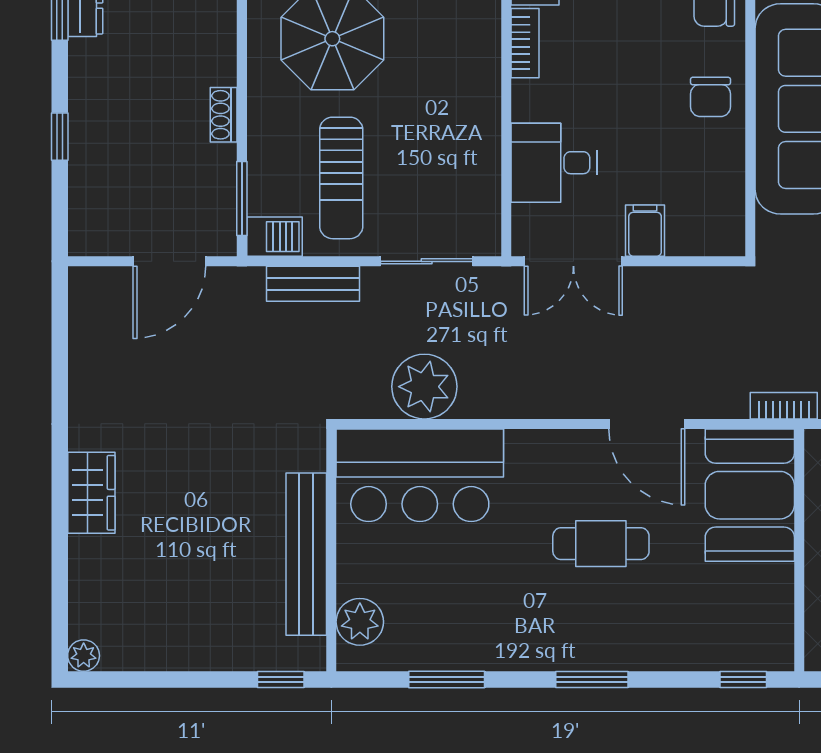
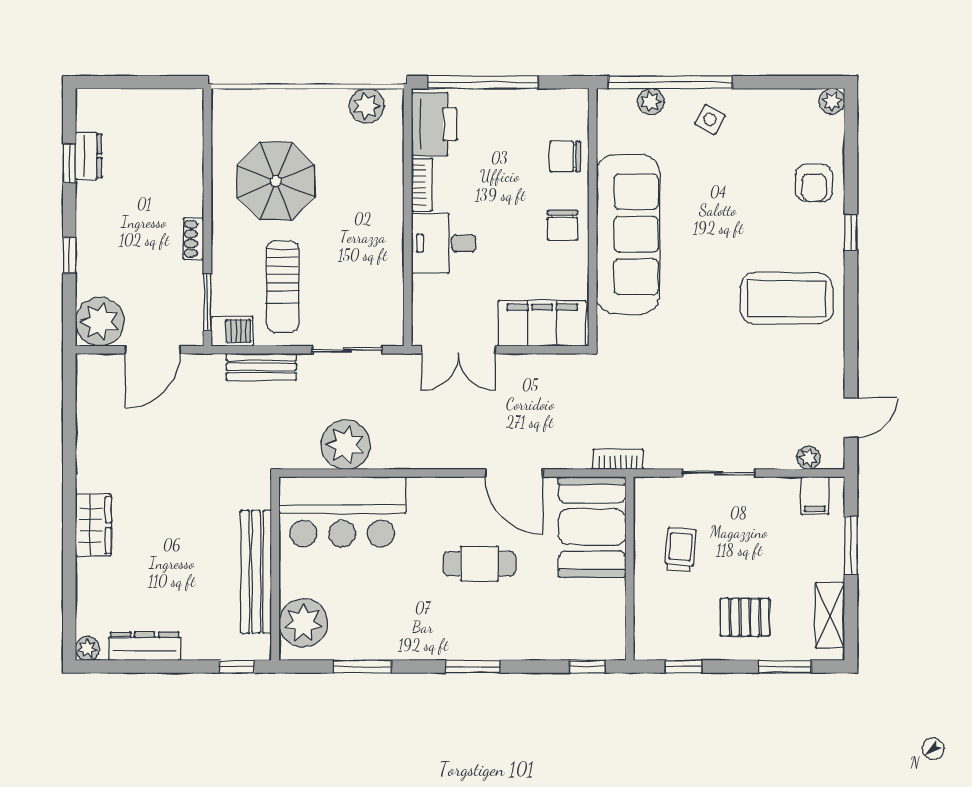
desk: (554, 163) -> (444, 243), moved
plant: (100, 224) -> (100, 322), added
filing cabinet: (645, 231) -> (542, 323), width x3.00, depth x1.17
plant: (360, 622) -> (303, 623), width x1.36, depth x1.36
dresser: (159, 653) -> (145, 646), added

